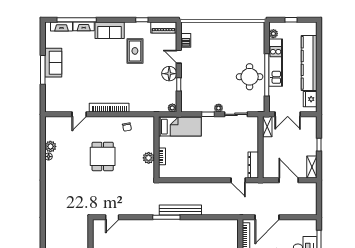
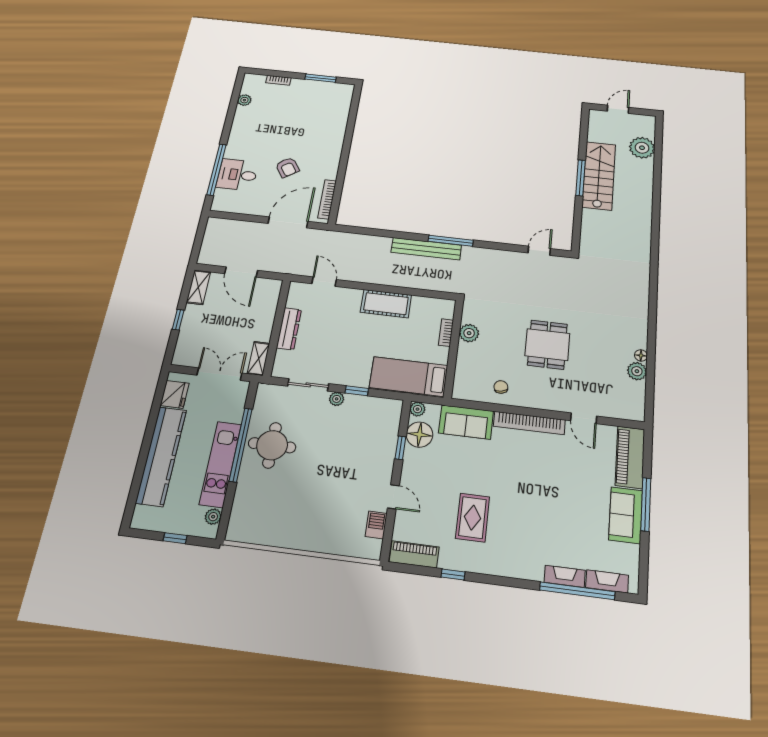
sofa: (110, 30) -> (466, 422), moved, turned 180
floor lamp: (169, 74) -> (419, 435), moved
piano: (52, 95) -> (630, 457), added
door: (79, 114) -> (584, 418), swing flipped
dresser: (253, 165) -> (289, 329), moved
cot: (199, 170) -> (386, 304), added

